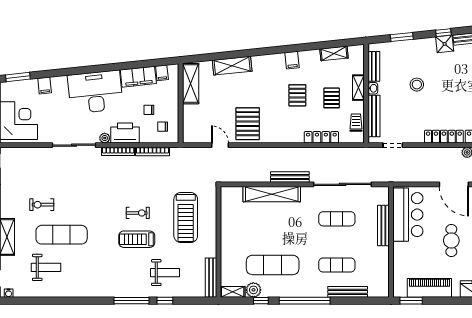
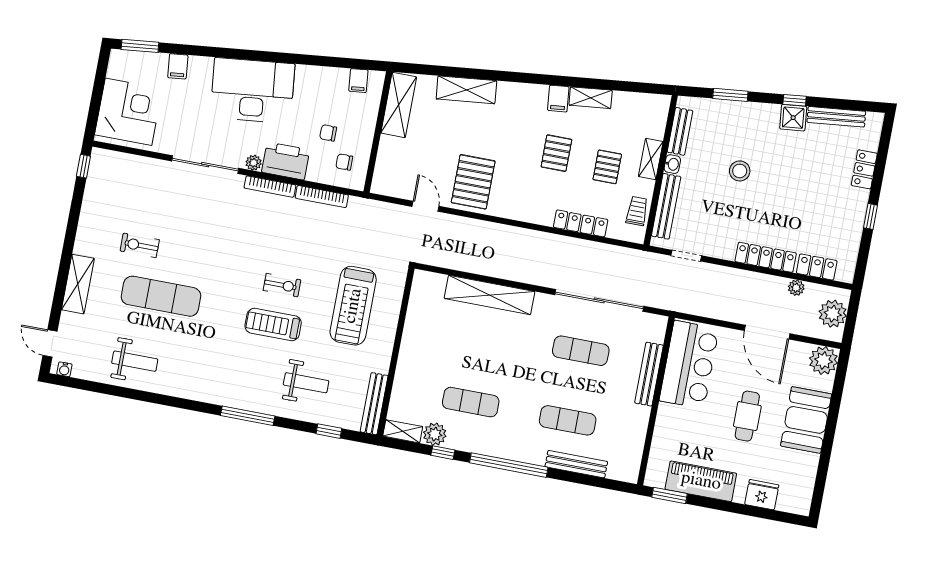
shelving: (334, 53) -> (591, 98), moved
filing cabinet: (138, 77) -> (322, 80), removed
bench: (290, 177) -> (522, 274), removed
exercise mat: (273, 265) -> (471, 402), width x0.73, depth x0.69
weight bench: (46, 267) -> (135, 361), moved
window: (165, 301) -> (329, 431), moved

